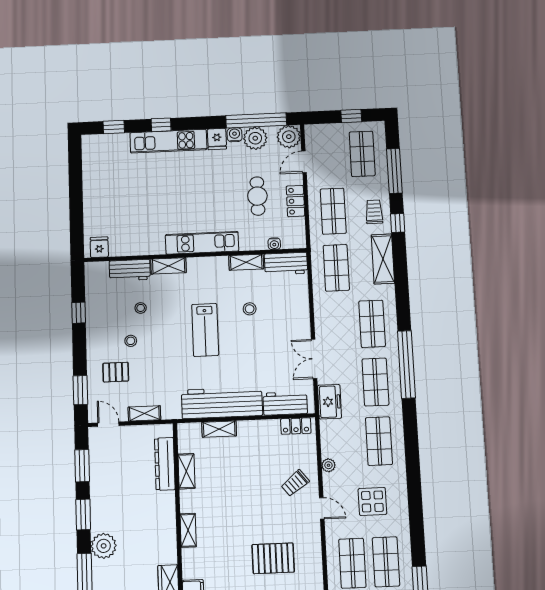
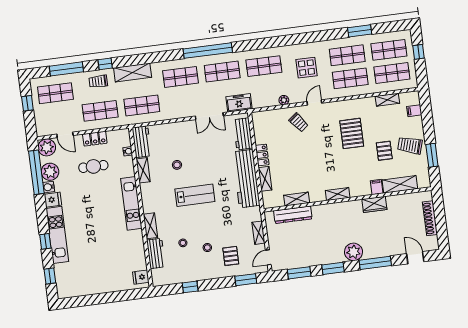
locker: (296, 426) -> (262, 155), moved

